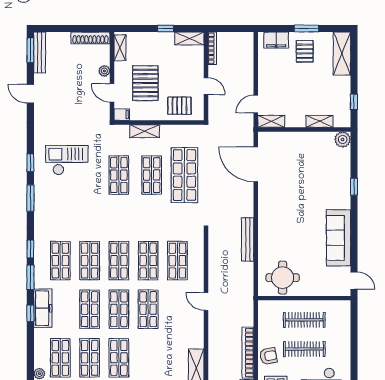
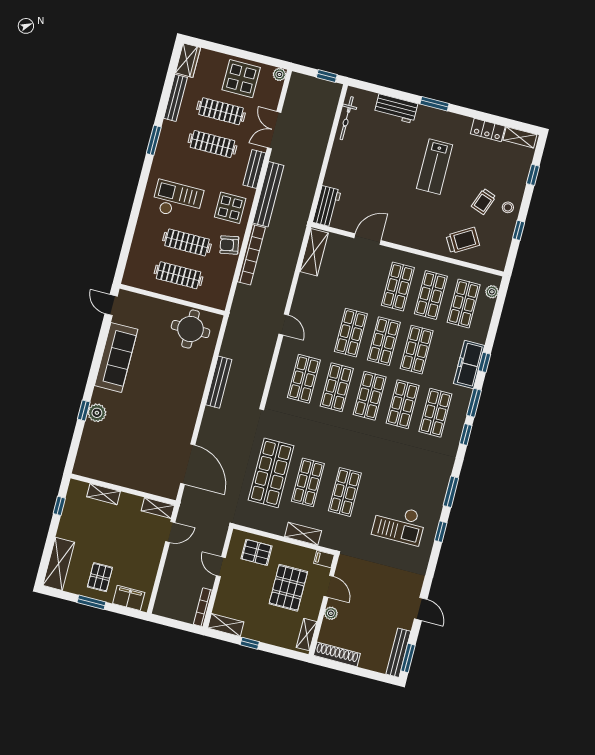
plant: (343, 139) -> (97, 413), moved

